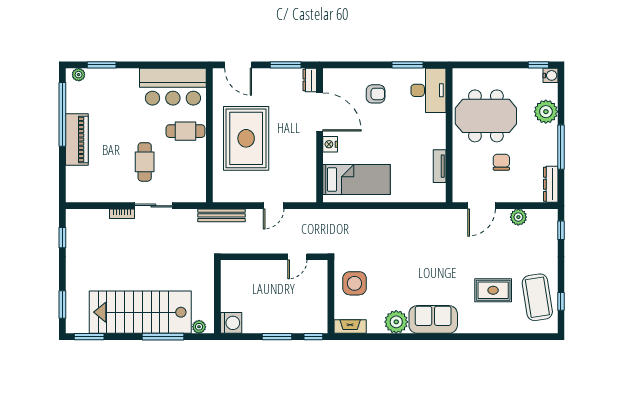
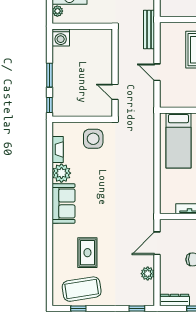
door: (482, 206) -> (157, 243), hinge flipped
fireplace: (350, 327) -> (58, 149), moved

